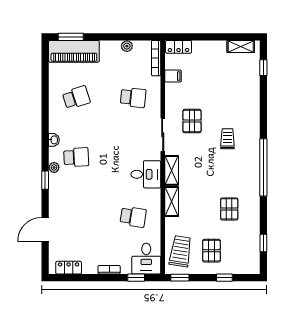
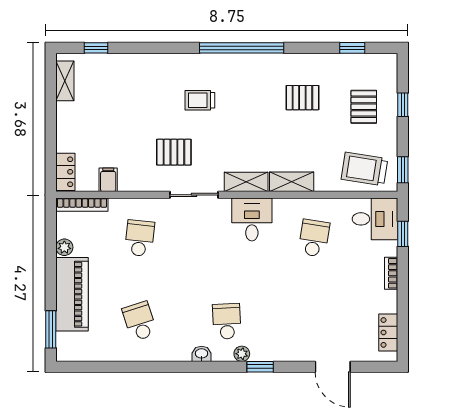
piano: (74, 51) -> (72, 294), moved
pallet: (211, 251) -> (364, 107), moved, turned 90

